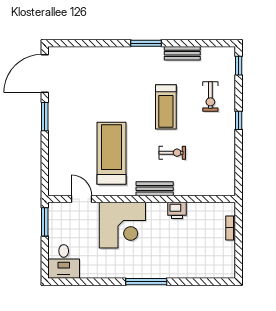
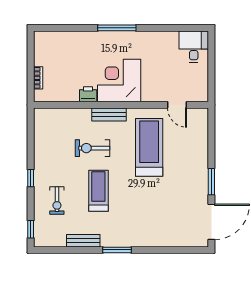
exercise bike: (210, 97) -> (57, 200), turned 180
treadmill: (111, 153) -> (149, 147), turned 180
exercise bike: (172, 153) -> (92, 148), width x1.38, depth x1.39
window: (45, 222) -> (211, 84), removed
corner desk: (122, 225) -> (119, 80), moved

